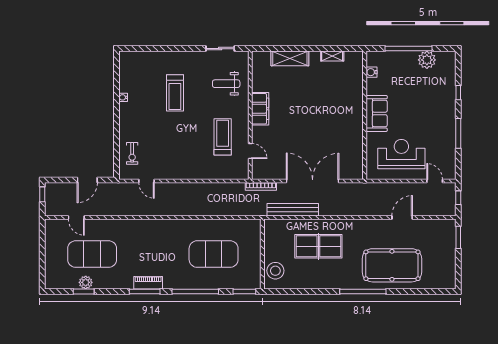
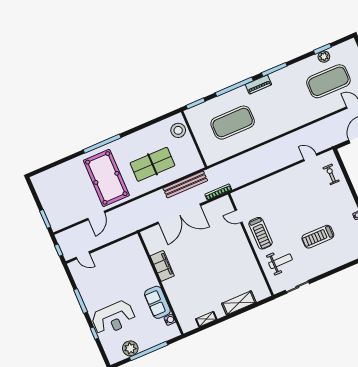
treadmill: (175, 93) -> (318, 237), turned -90
filing cabinet: (260, 109) -> (162, 266), moved, turned 180
sofa: (377, 113) -> (157, 302), moved
treadmill: (223, 137) -> (260, 233), moved
reception desk: (401, 154) -> (113, 318), moved
pool table: (392, 265) -> (106, 178), moved, turned 90
piano: (148, 283) -> (258, 85), moved

